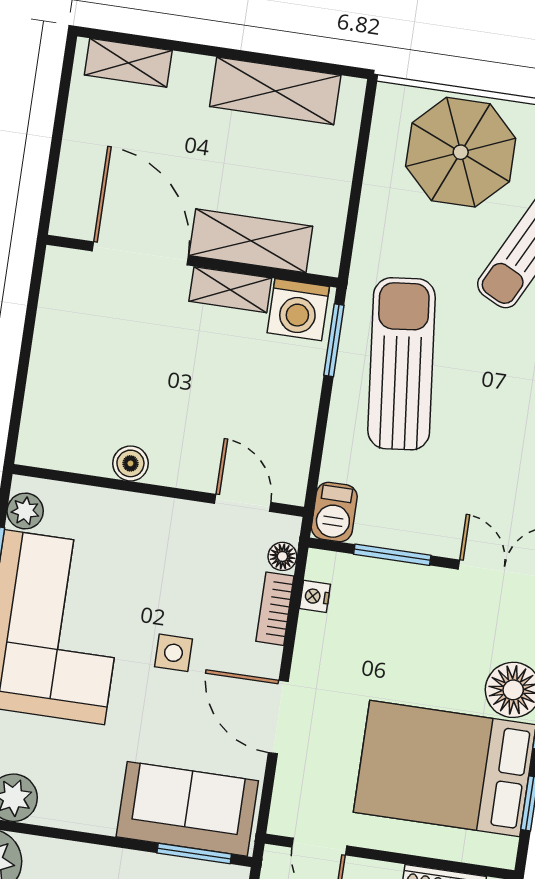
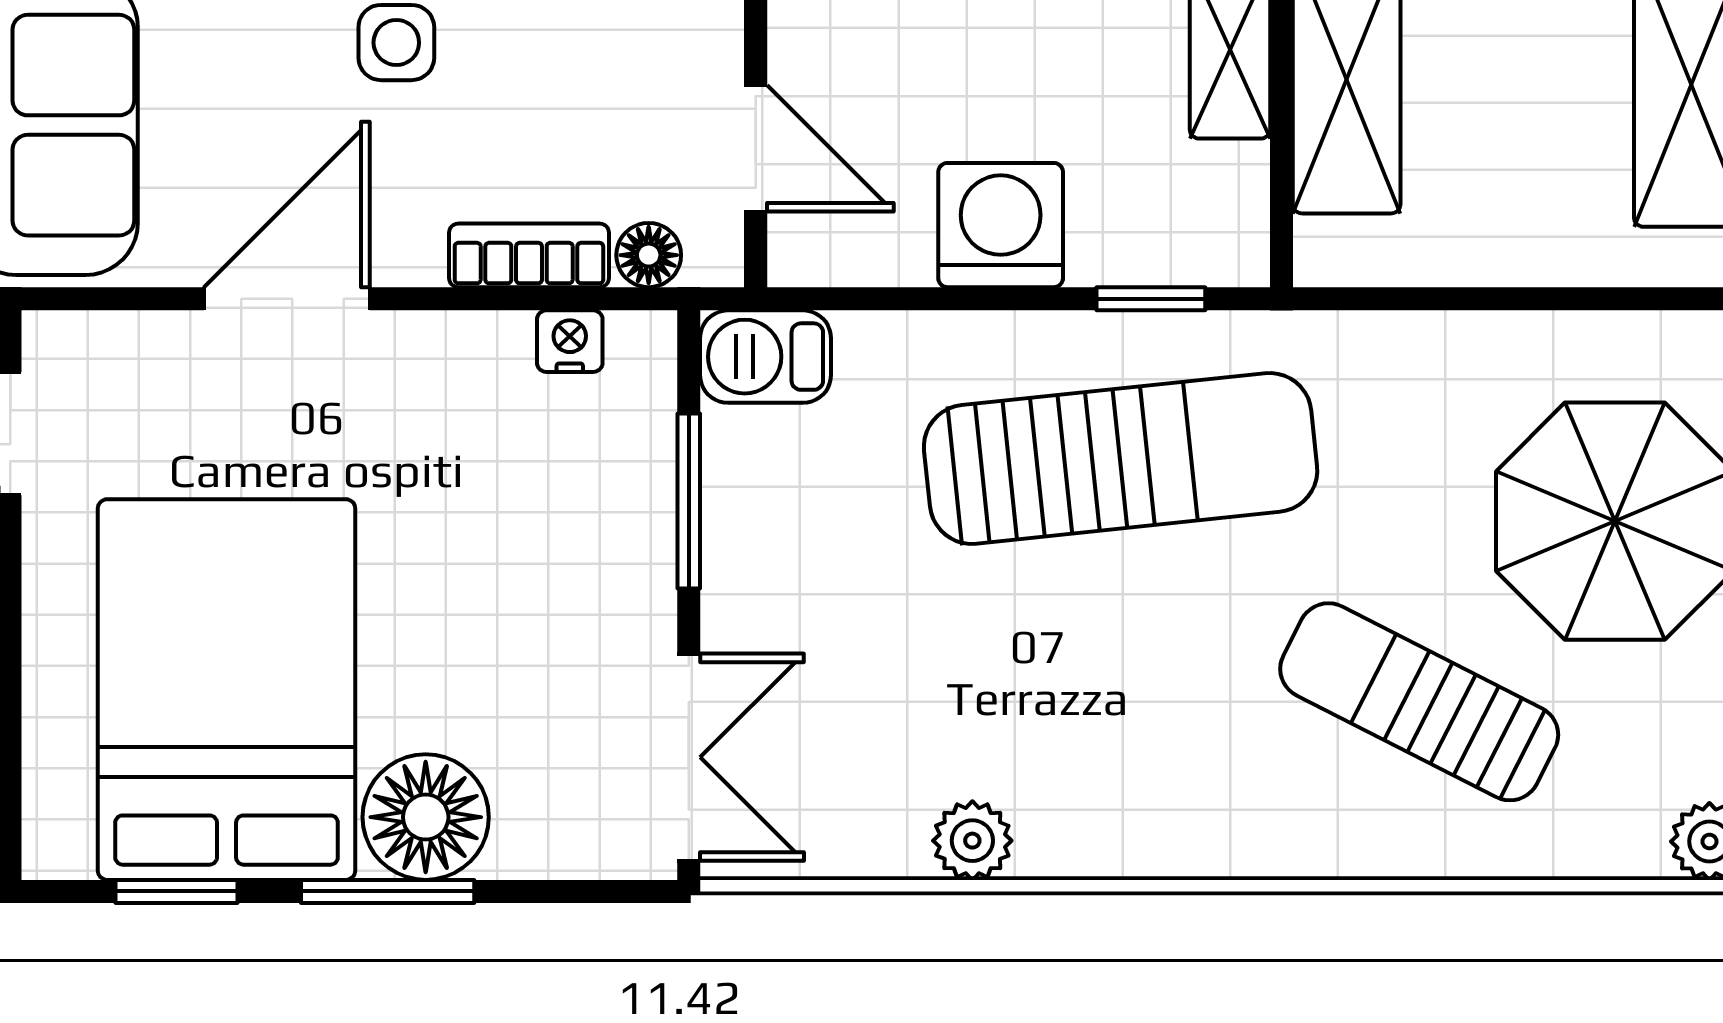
washing machine: (298, 310) -> (1001, 225), moved, turned 90
window: (334, 340) -> (1151, 299), width x0.67
door: (243, 503) -> (756, 148), hinge flipped

